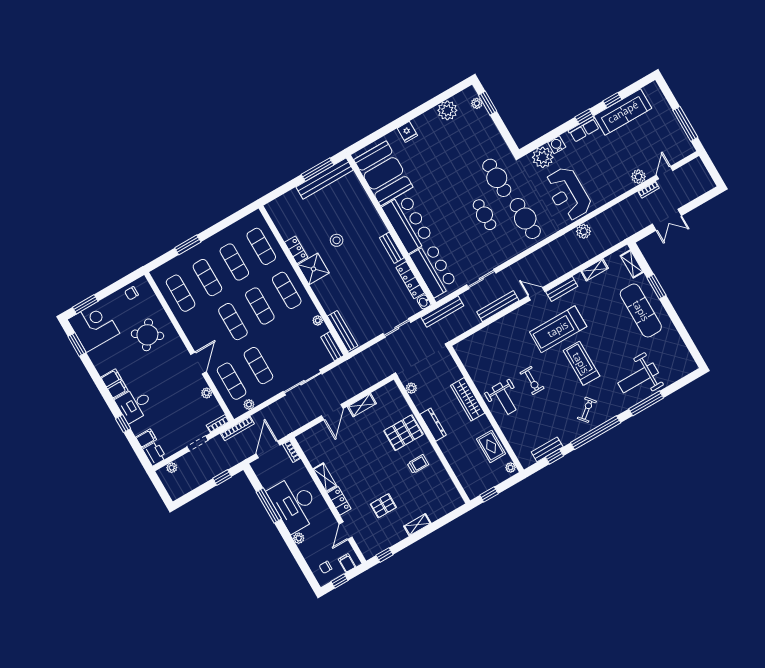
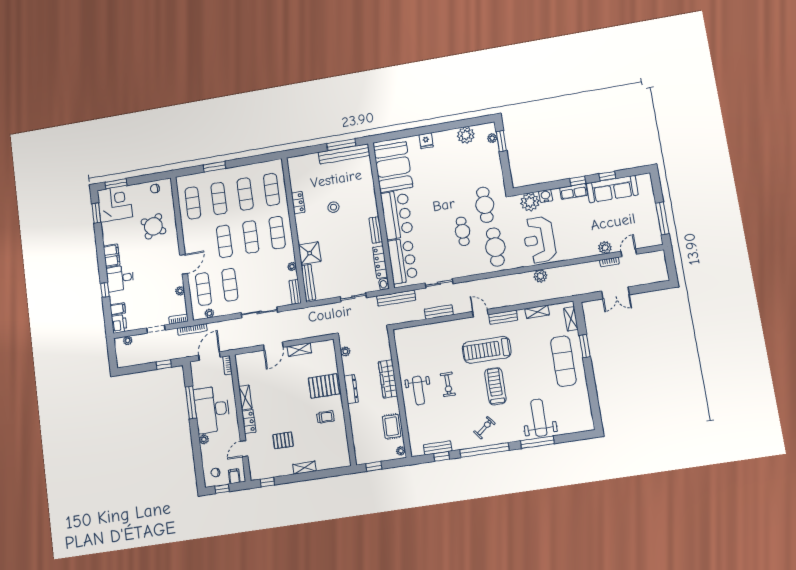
shower: (313, 269) -> (310, 253), moved
bench: (498, 306) -> (439, 312), width x0.73
weight bench: (638, 378) -> (539, 418), turned 90

